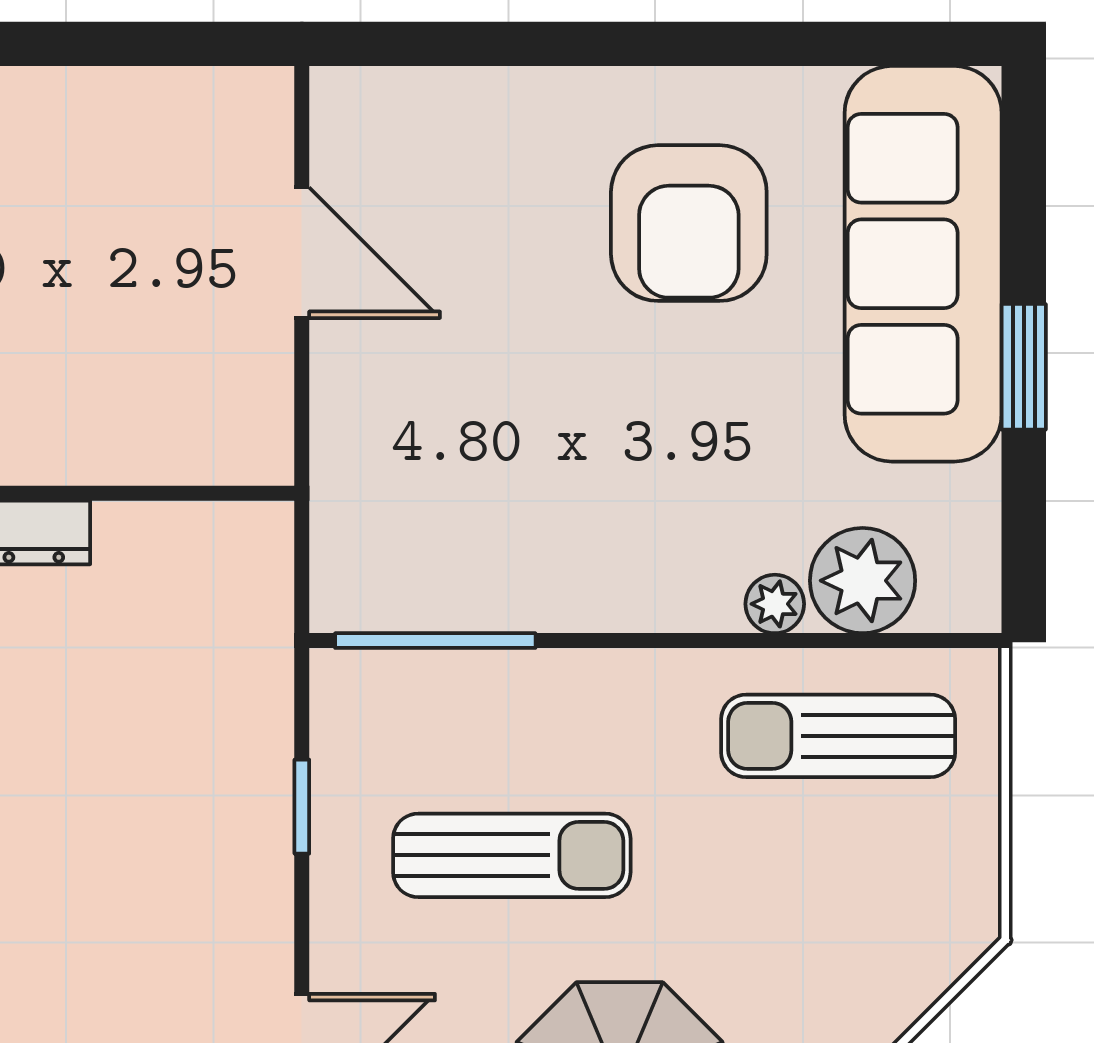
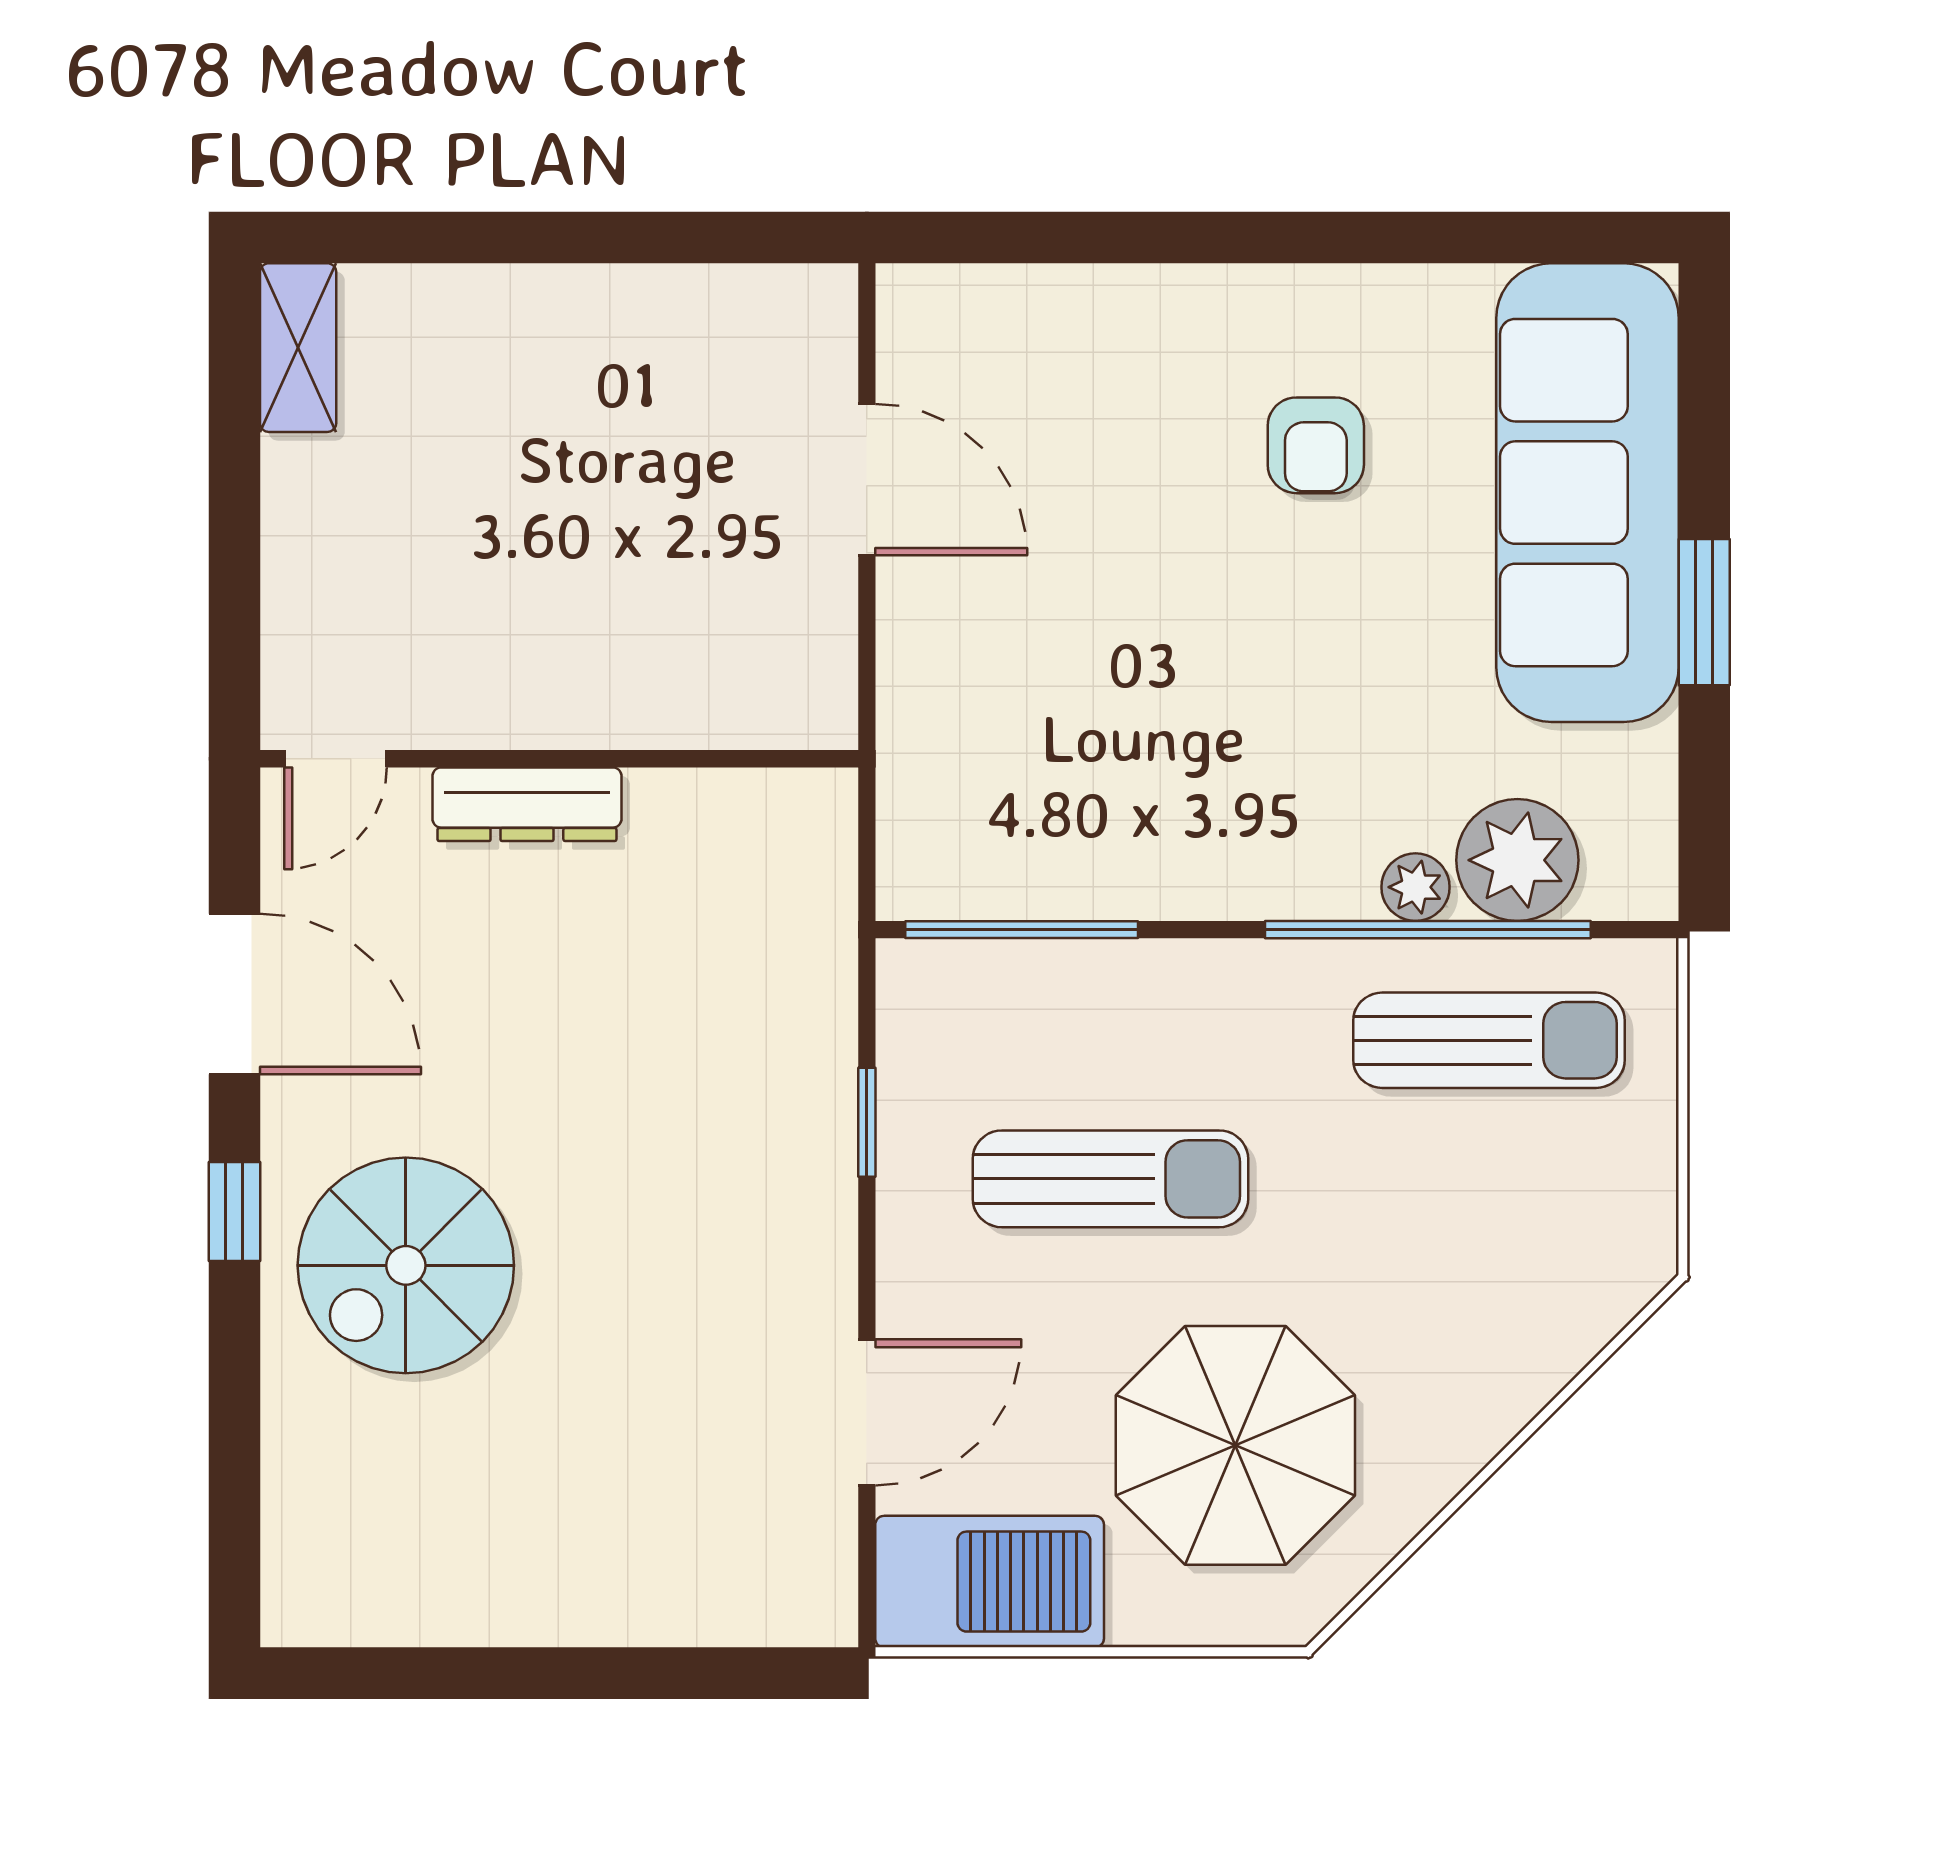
armchair: (689, 223) -> (1316, 445), width x0.53, depth x0.53
window: (785, 641) -> (1428, 930), added
sun lounger: (838, 736) -> (1489, 1040), turned 180

